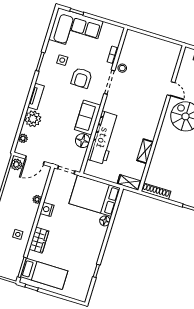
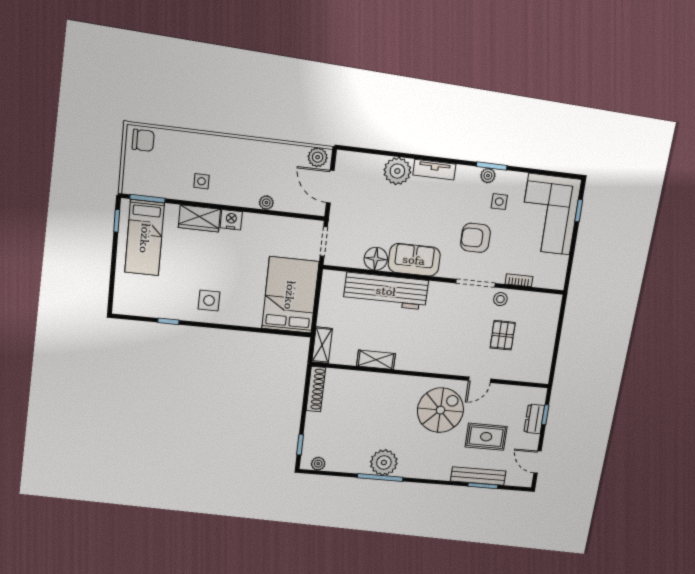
pallet: (145, 70) -> (503, 335), added
plant: (23, 138) -> (488, 176), moved
nightstand: (47, 209) -> (231, 220), moved
floor lamp: (105, 221) -> (253, 319), removed
side table: (89, 244) -> (209, 300), added

